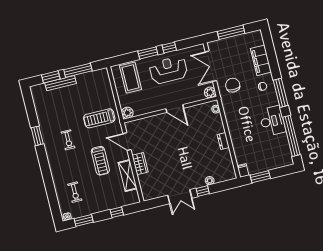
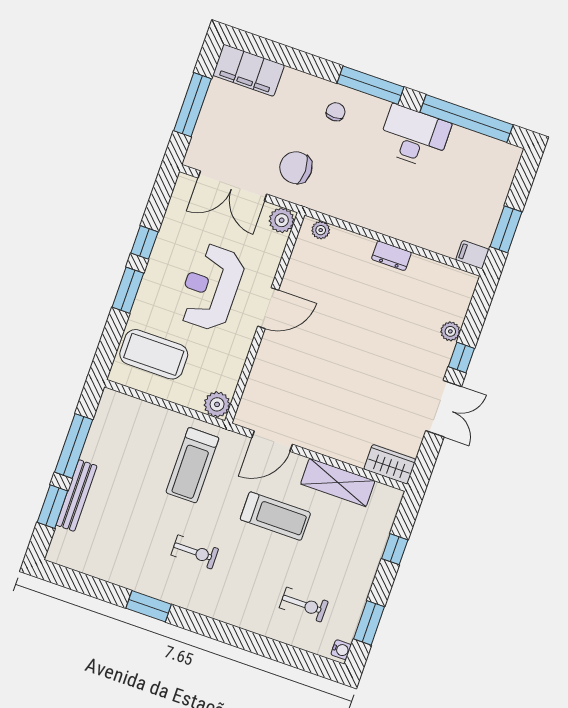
filing cabinet: (261, 60) -> (249, 70), moved
reception desk: (168, 70) -> (211, 287), moved
wardrobe: (140, 164) -> (390, 464), moved

